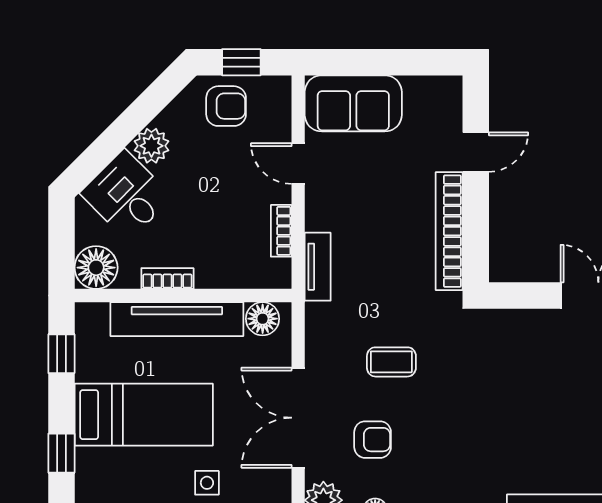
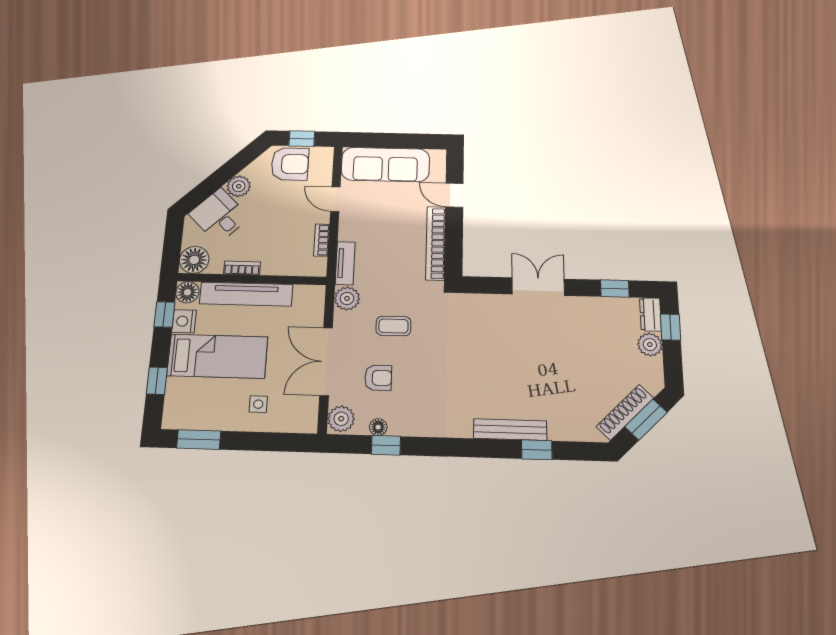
sofa: (353, 103) -> (385, 165), width x1.36
armchair: (226, 106) -> (290, 164), width x1.38, depth x1.38
door: (476, 152) -> (454, 195), swing flipped
floor lamp: (263, 319) -> (187, 292), moved
plant: (323, 322) -> (347, 298), added
nightstand: (91, 363) -> (184, 321), added

